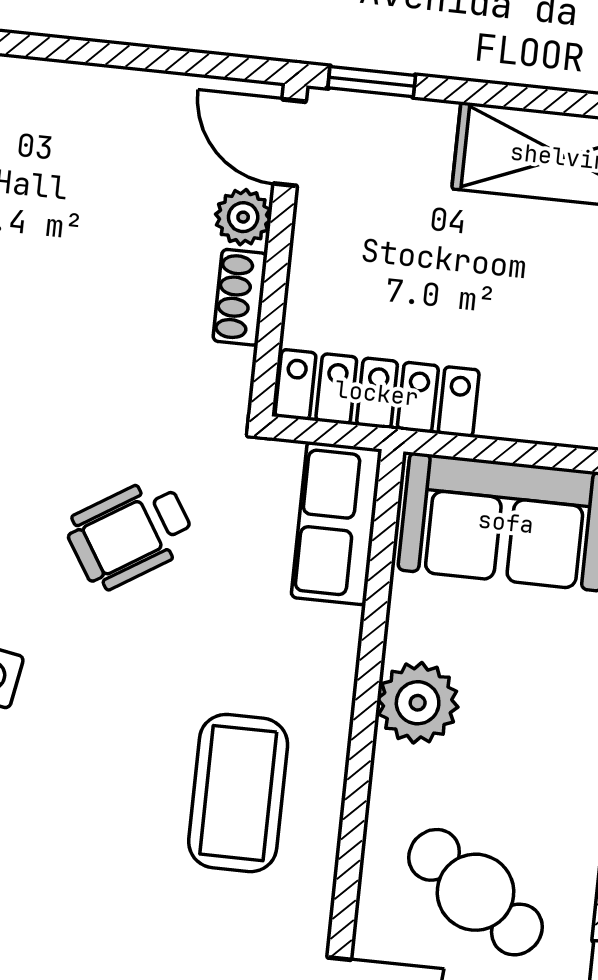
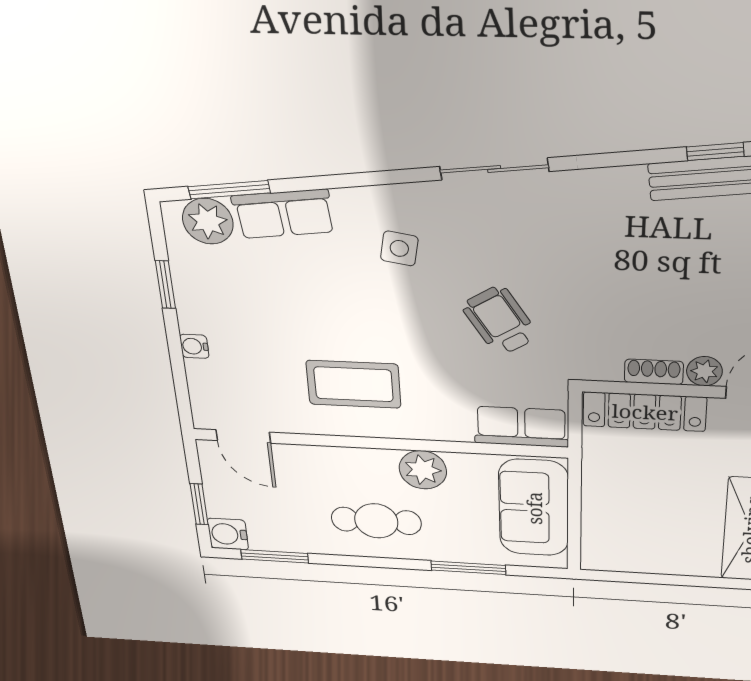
locker: (377, 393) -> (645, 412), moved, turned 90
cafe table: (475, 892) -> (376, 521), moved, turned 54

